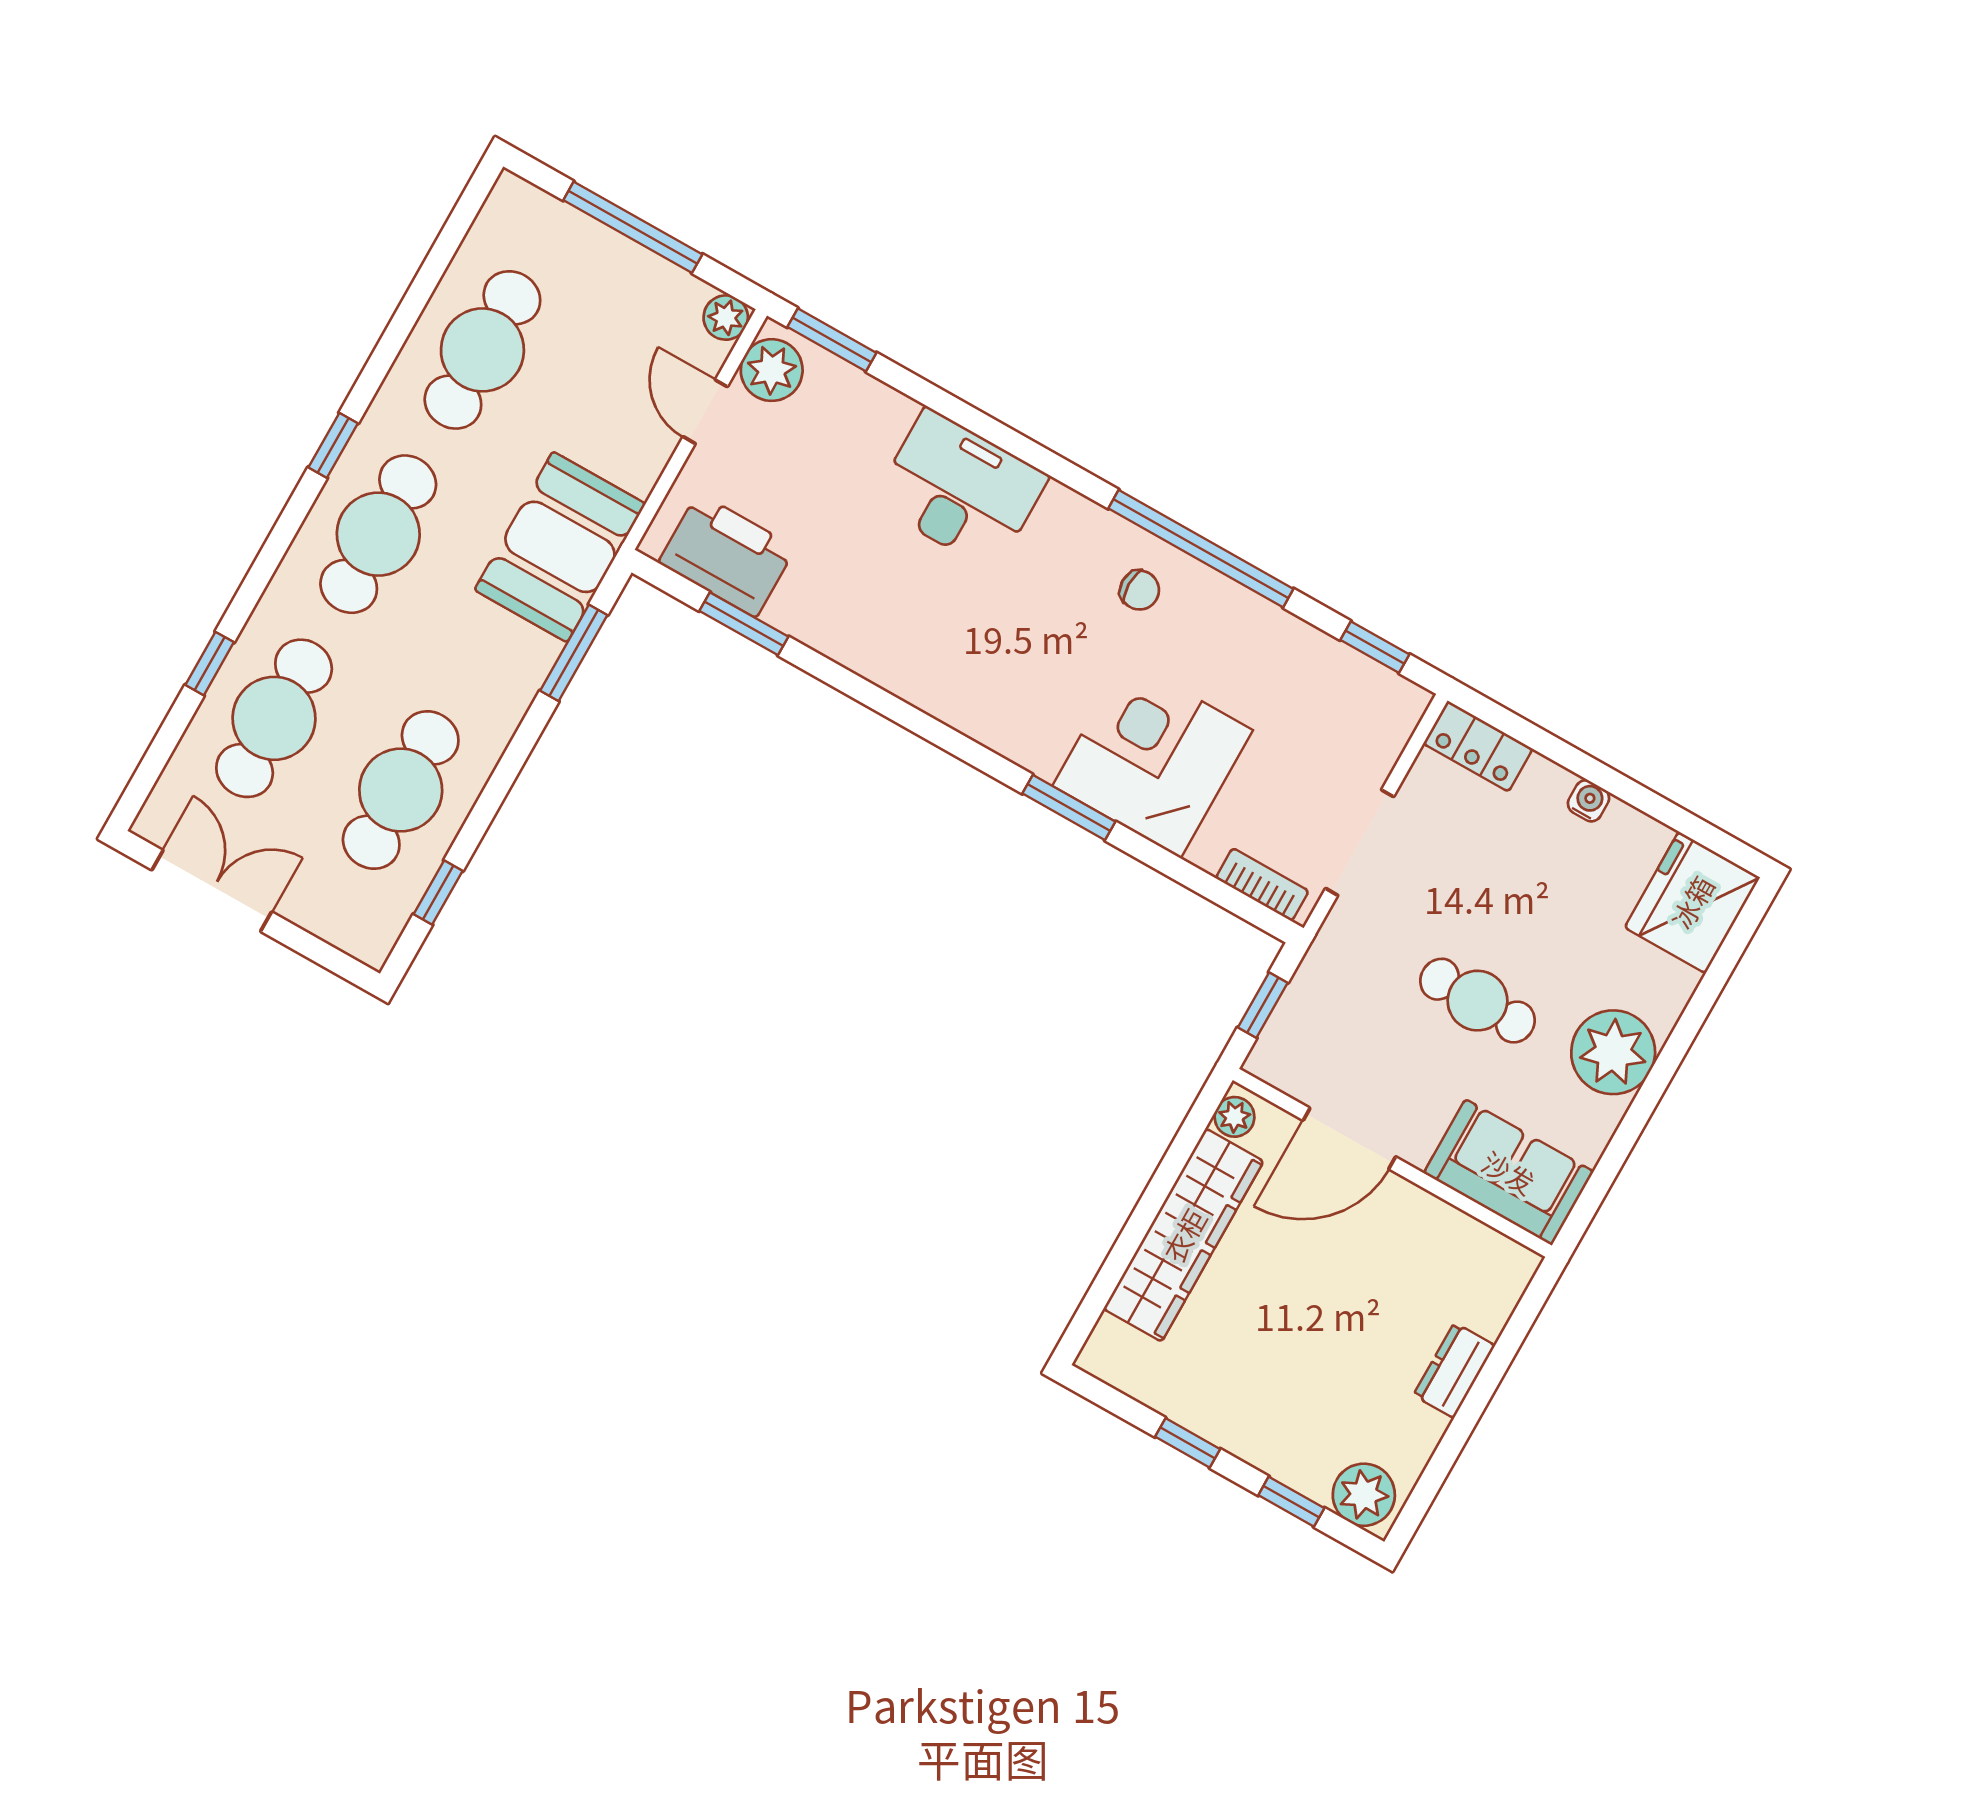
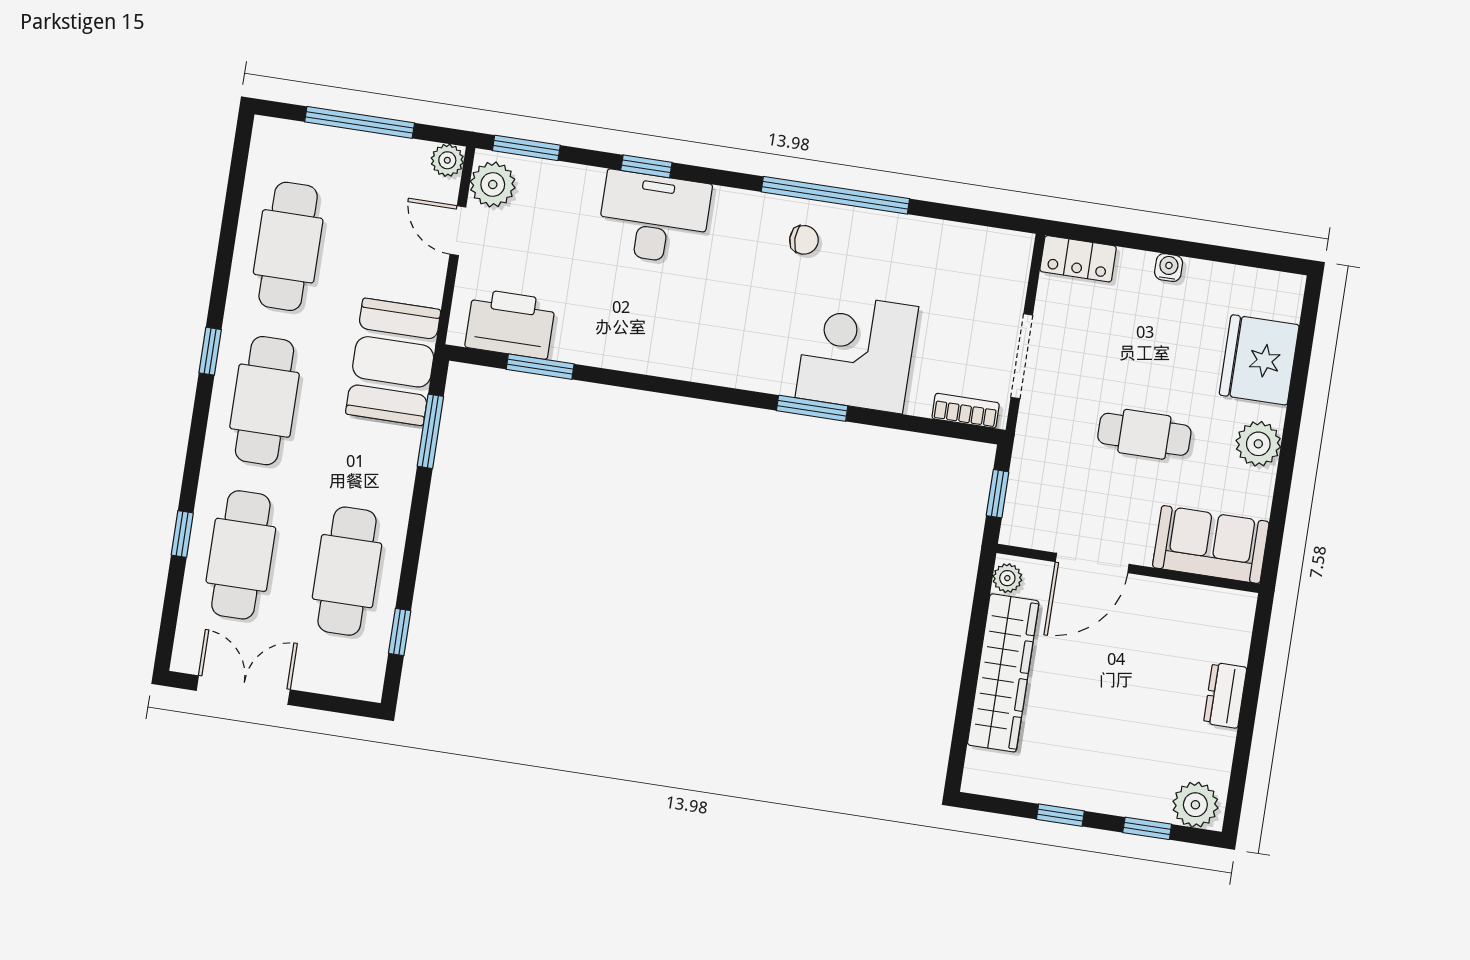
window: (1375, 647) -> (646, 166), moved
fridge: (1692, 902) -> (1259, 360), moved
plant: (1613, 1052) -> (1258, 444), width x0.73, depth x0.73

